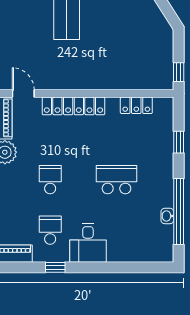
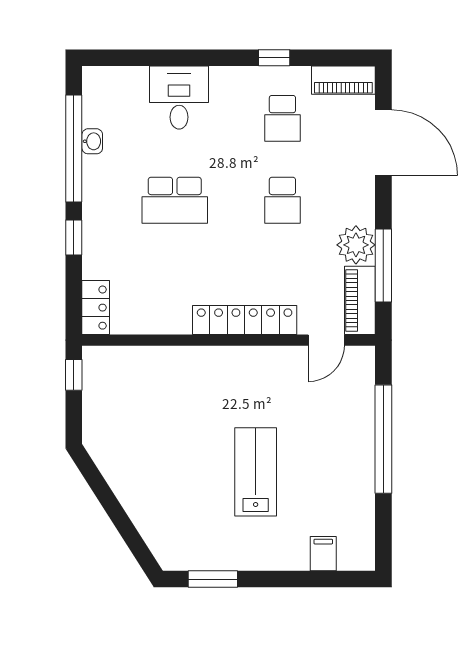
door: (23, 94) -> (326, 340), hinge flipped
locker: (136, 105) -> (96, 308), moved, turned 90
window: (179, 142) -> (74, 238), moved
desk: (88, 243) -> (179, 98), moved

